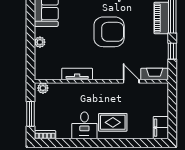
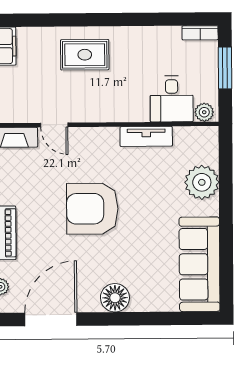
plant: (40, 42) -> (202, 182), width x1.88, depth x1.88
desk: (84, 125) -> (172, 99), moved, turned 180

